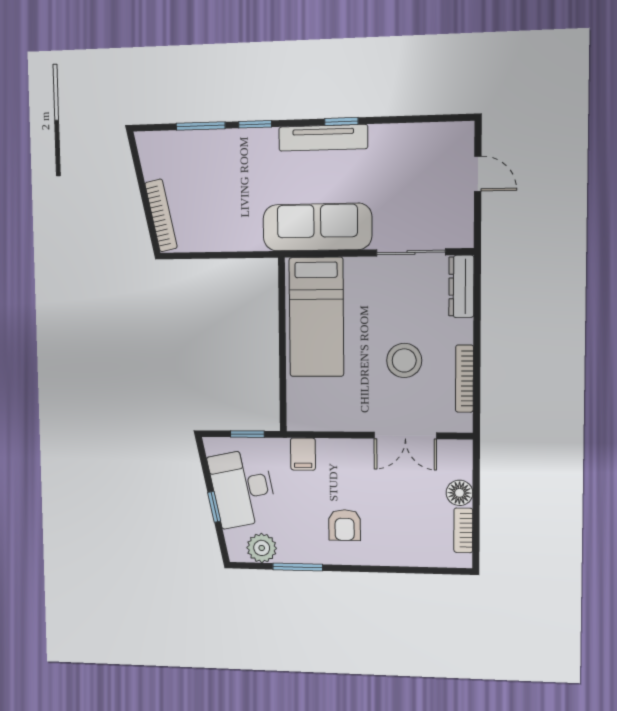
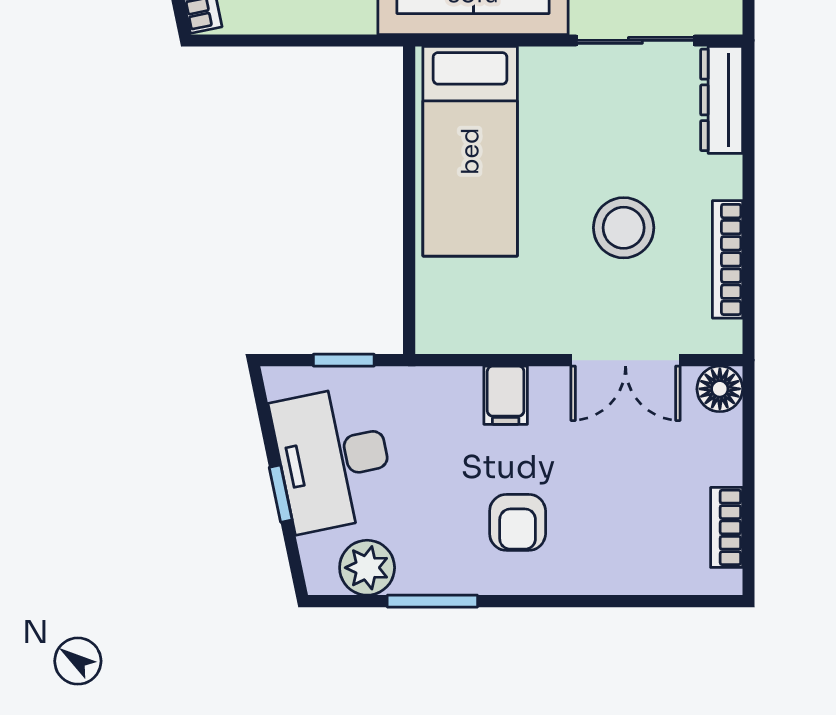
filing cabinet: (303, 454) -> (506, 395), moved
floor lamp: (459, 493) -> (720, 389), moved

